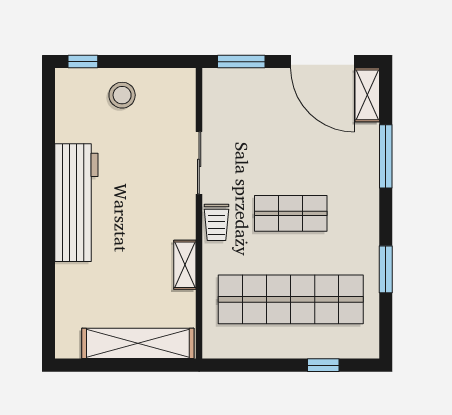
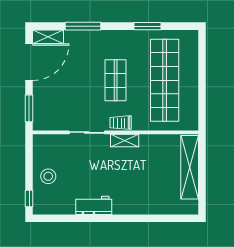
workbench: (76, 203) -> (94, 205), width x0.53, depth x0.76
trolley: (216, 222) -> (121, 123), turned 180
shelving: (185, 265) -> (125, 141), moved
window: (323, 365) -> (202, 62), removed

